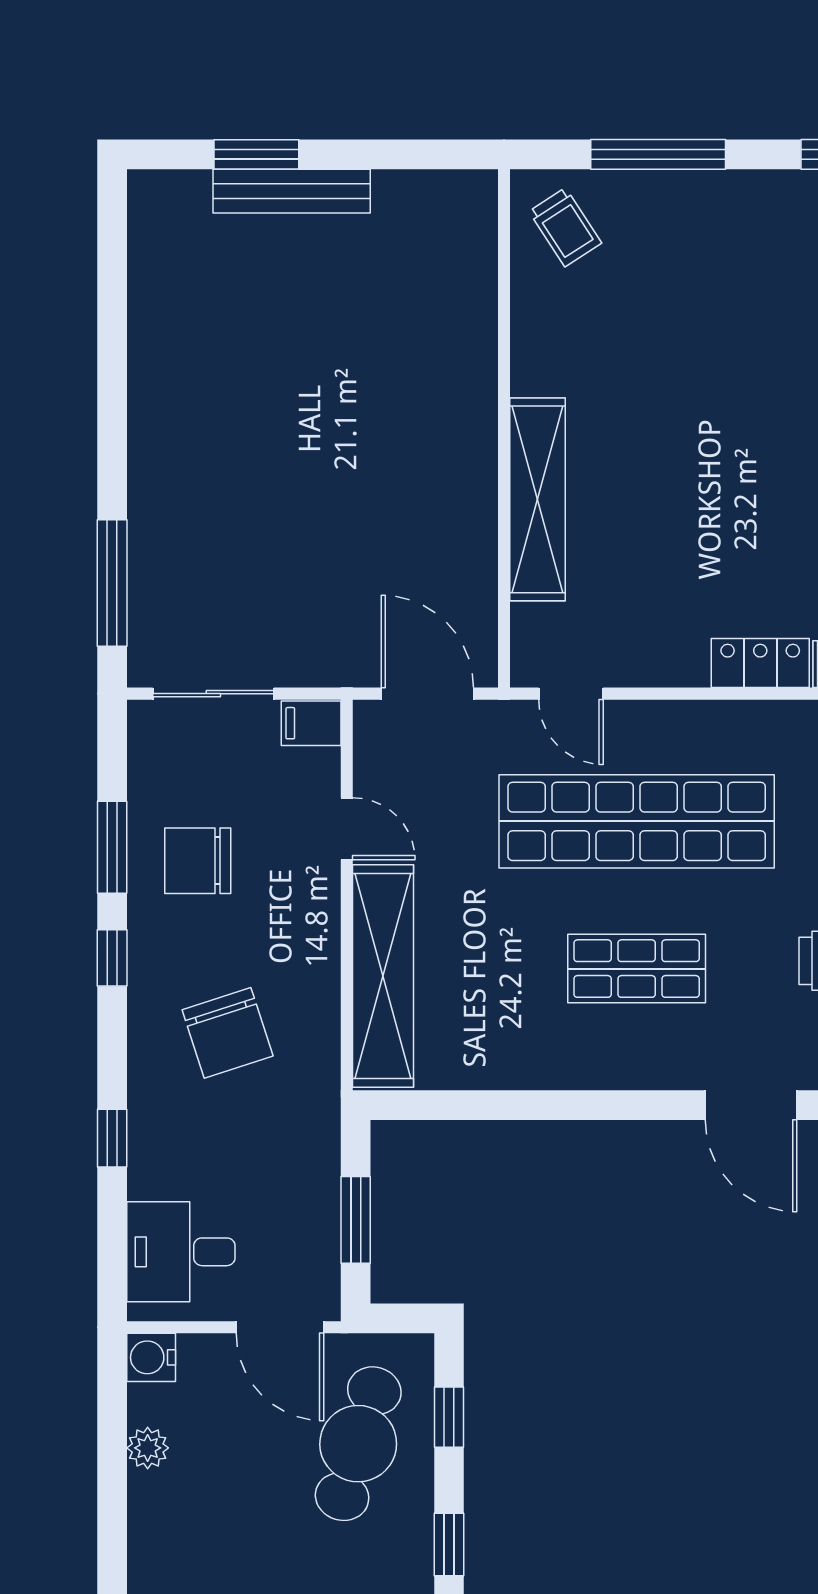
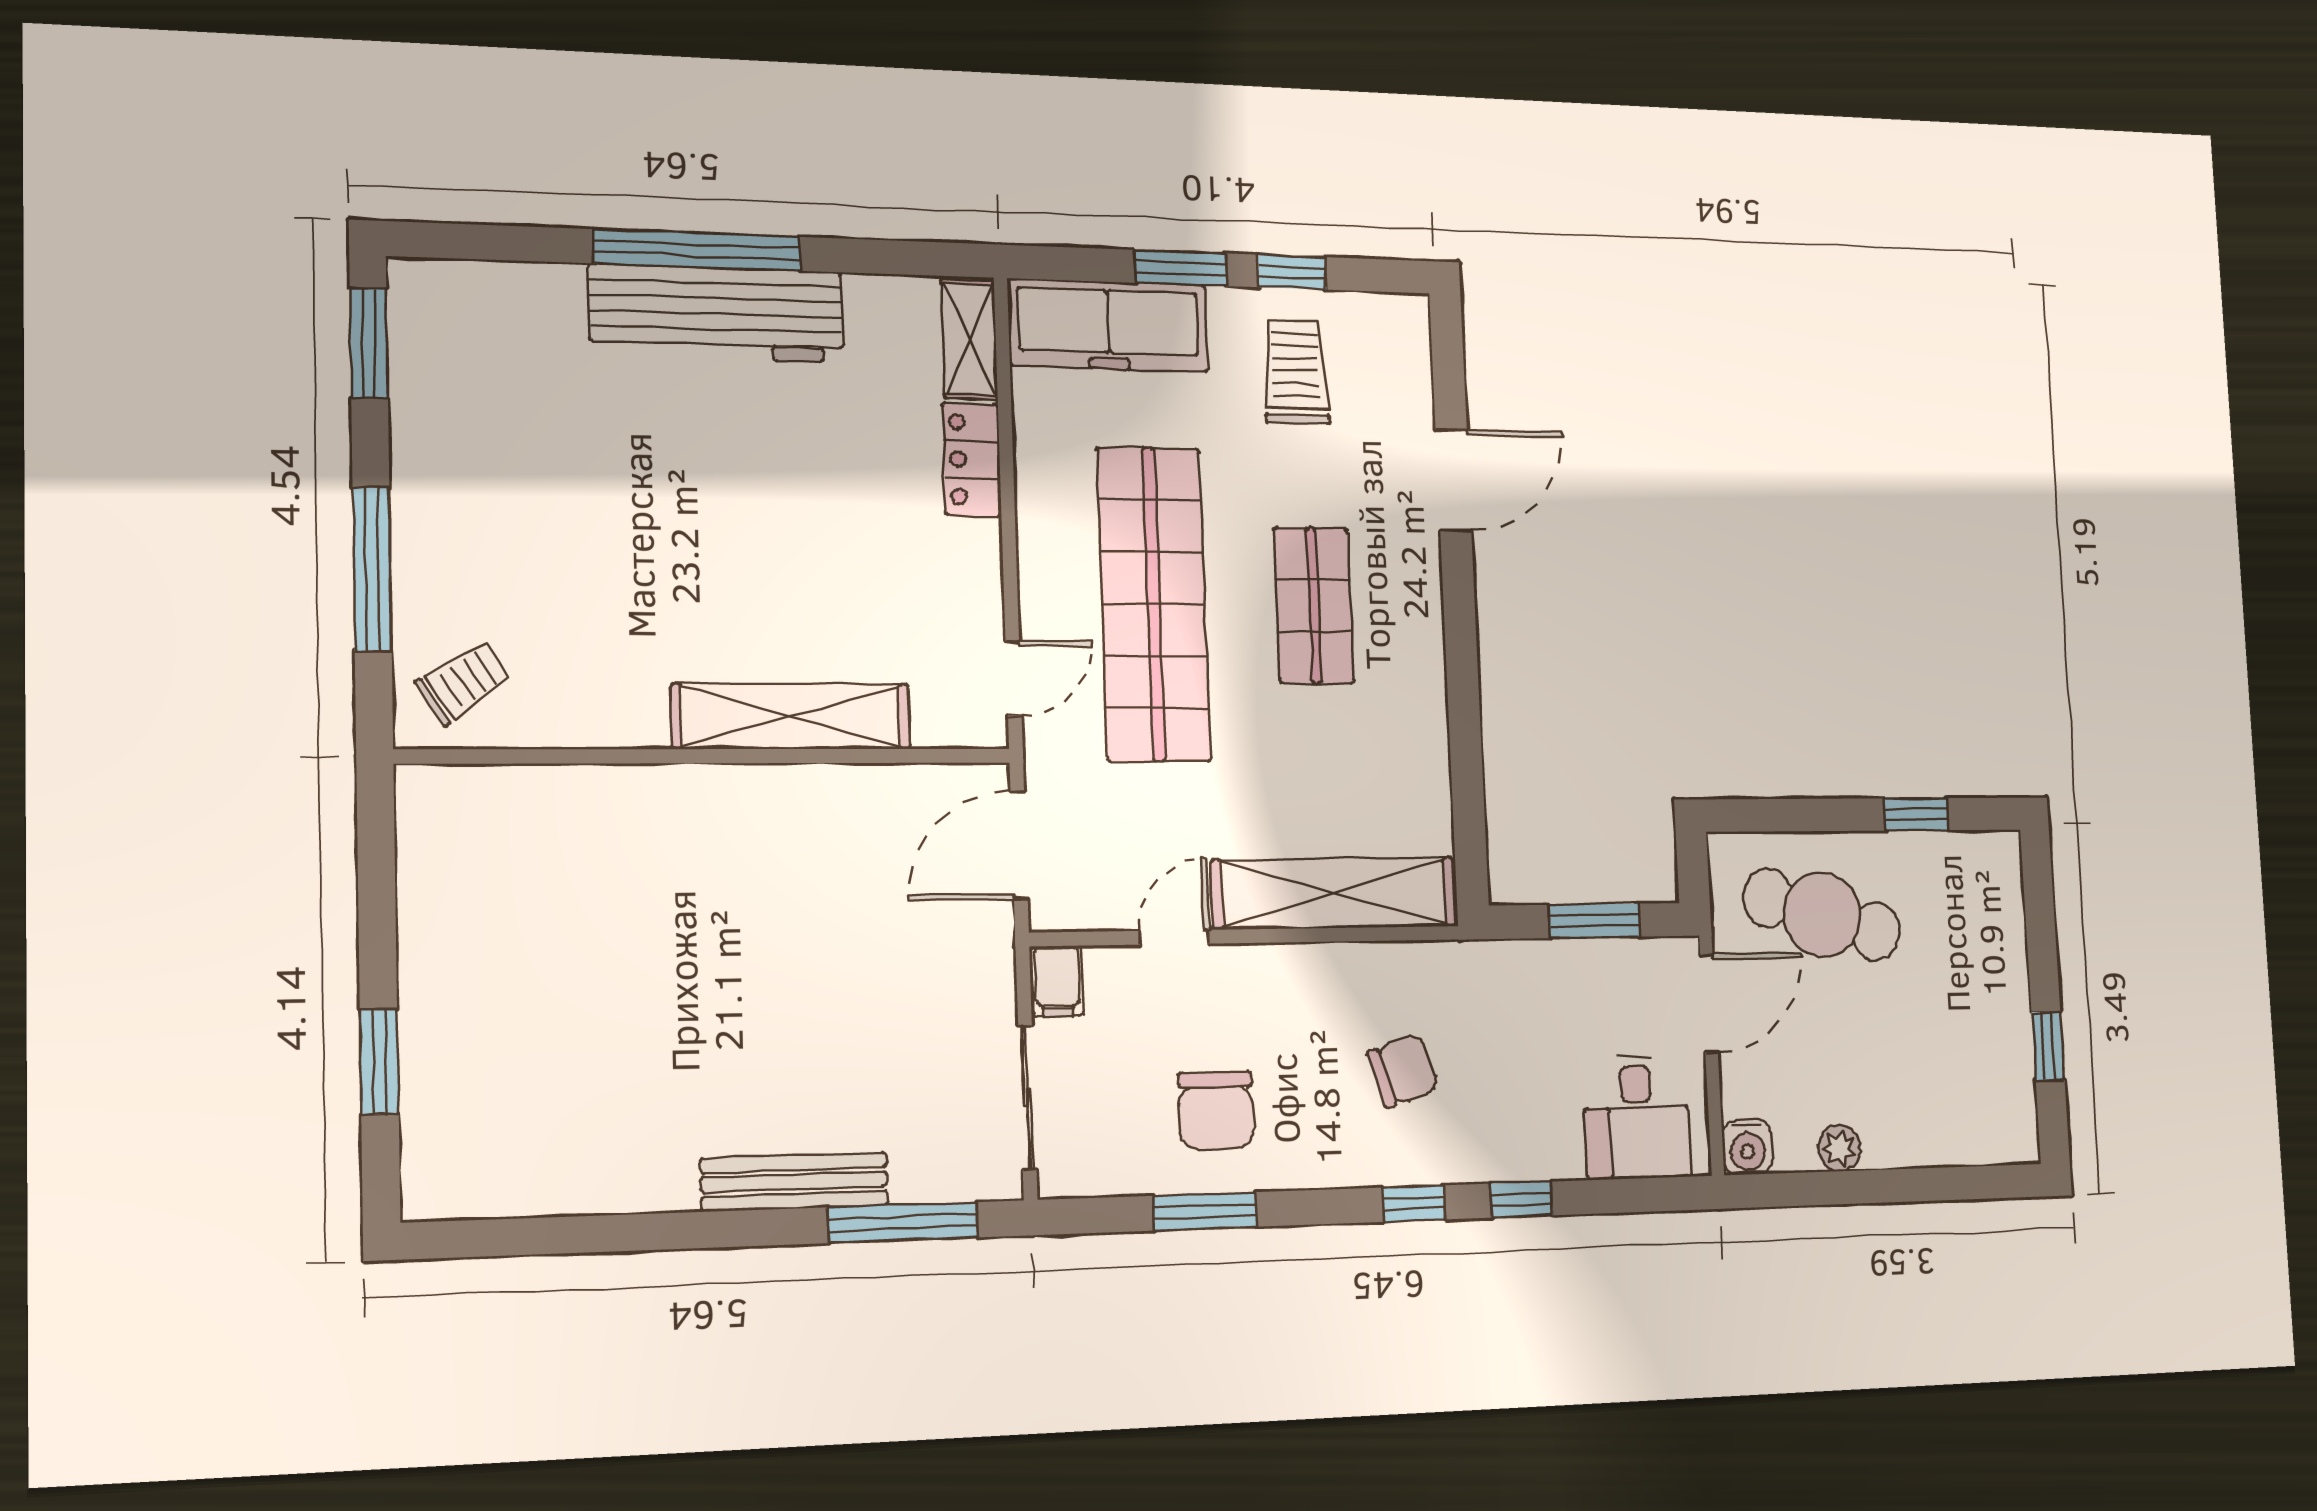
bench: (292, 191) -> (795, 1182), moved, turned 90
window: (112, 958) -> (1414, 1204), moved
chair: (228, 1033) -> (1403, 1070), width x0.73, depth x0.73
window: (449, 1417) -> (1790, 815), removed

